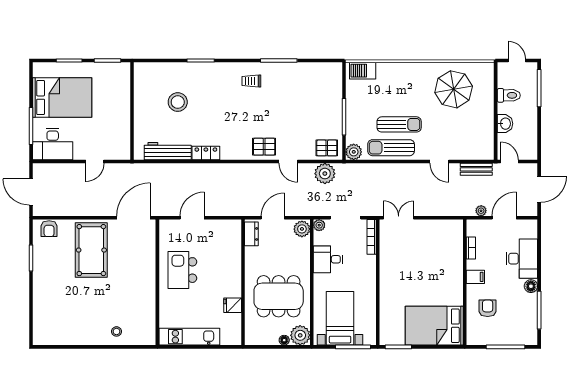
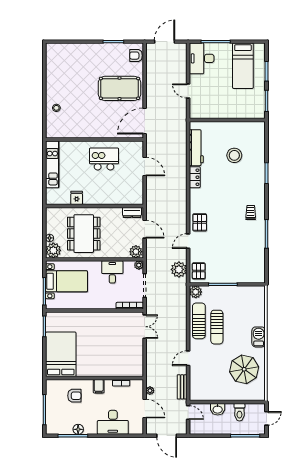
barbecue: (363, 71) -> (259, 337), moved
bed: (62, 98) -> (243, 66), width x0.67
door: (509, 162) -> (188, 413), hinge flipped
door: (133, 218) -> (145, 121), swing flipped
floor lamp: (531, 286) -> (78, 429), moved

